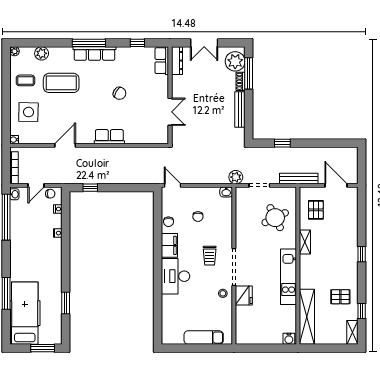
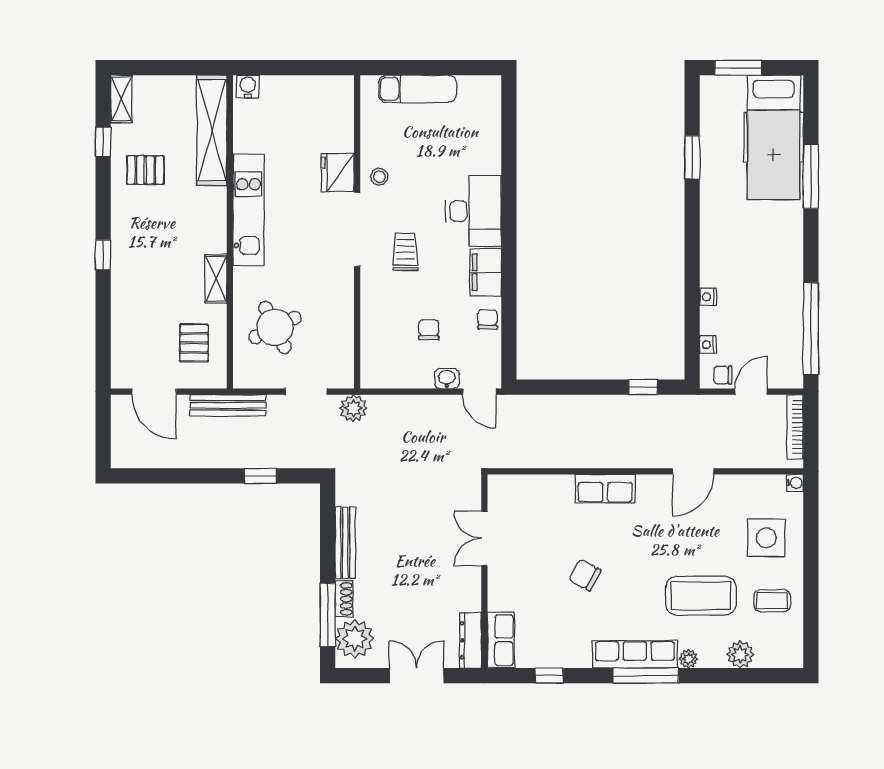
plant: (15, 51) -> (689, 659), moved
washbasin: (226, 192) -> (447, 379), moved
washbasin: (14, 194) -> (794, 374), removed

